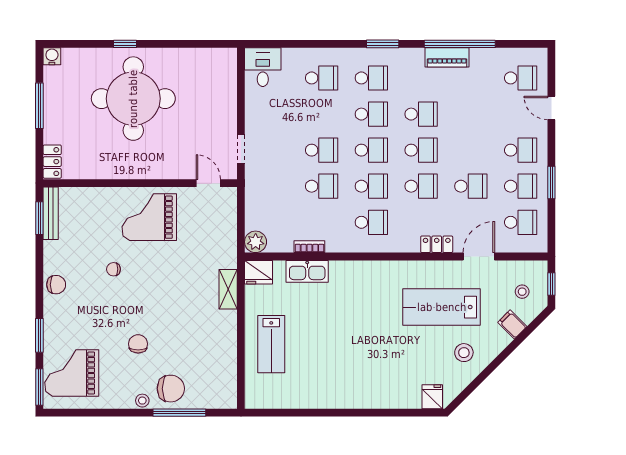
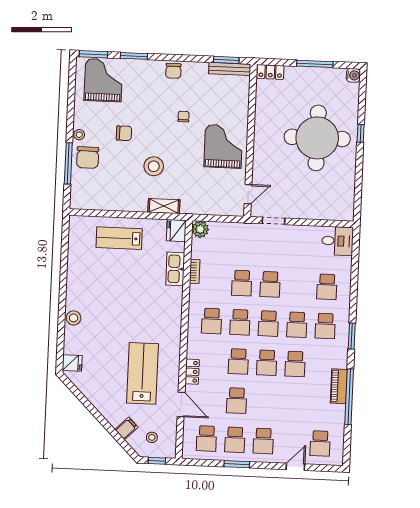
stool: (178, 304) -> (154, 166), added
stool: (464, 353) -> (74, 318), moved

